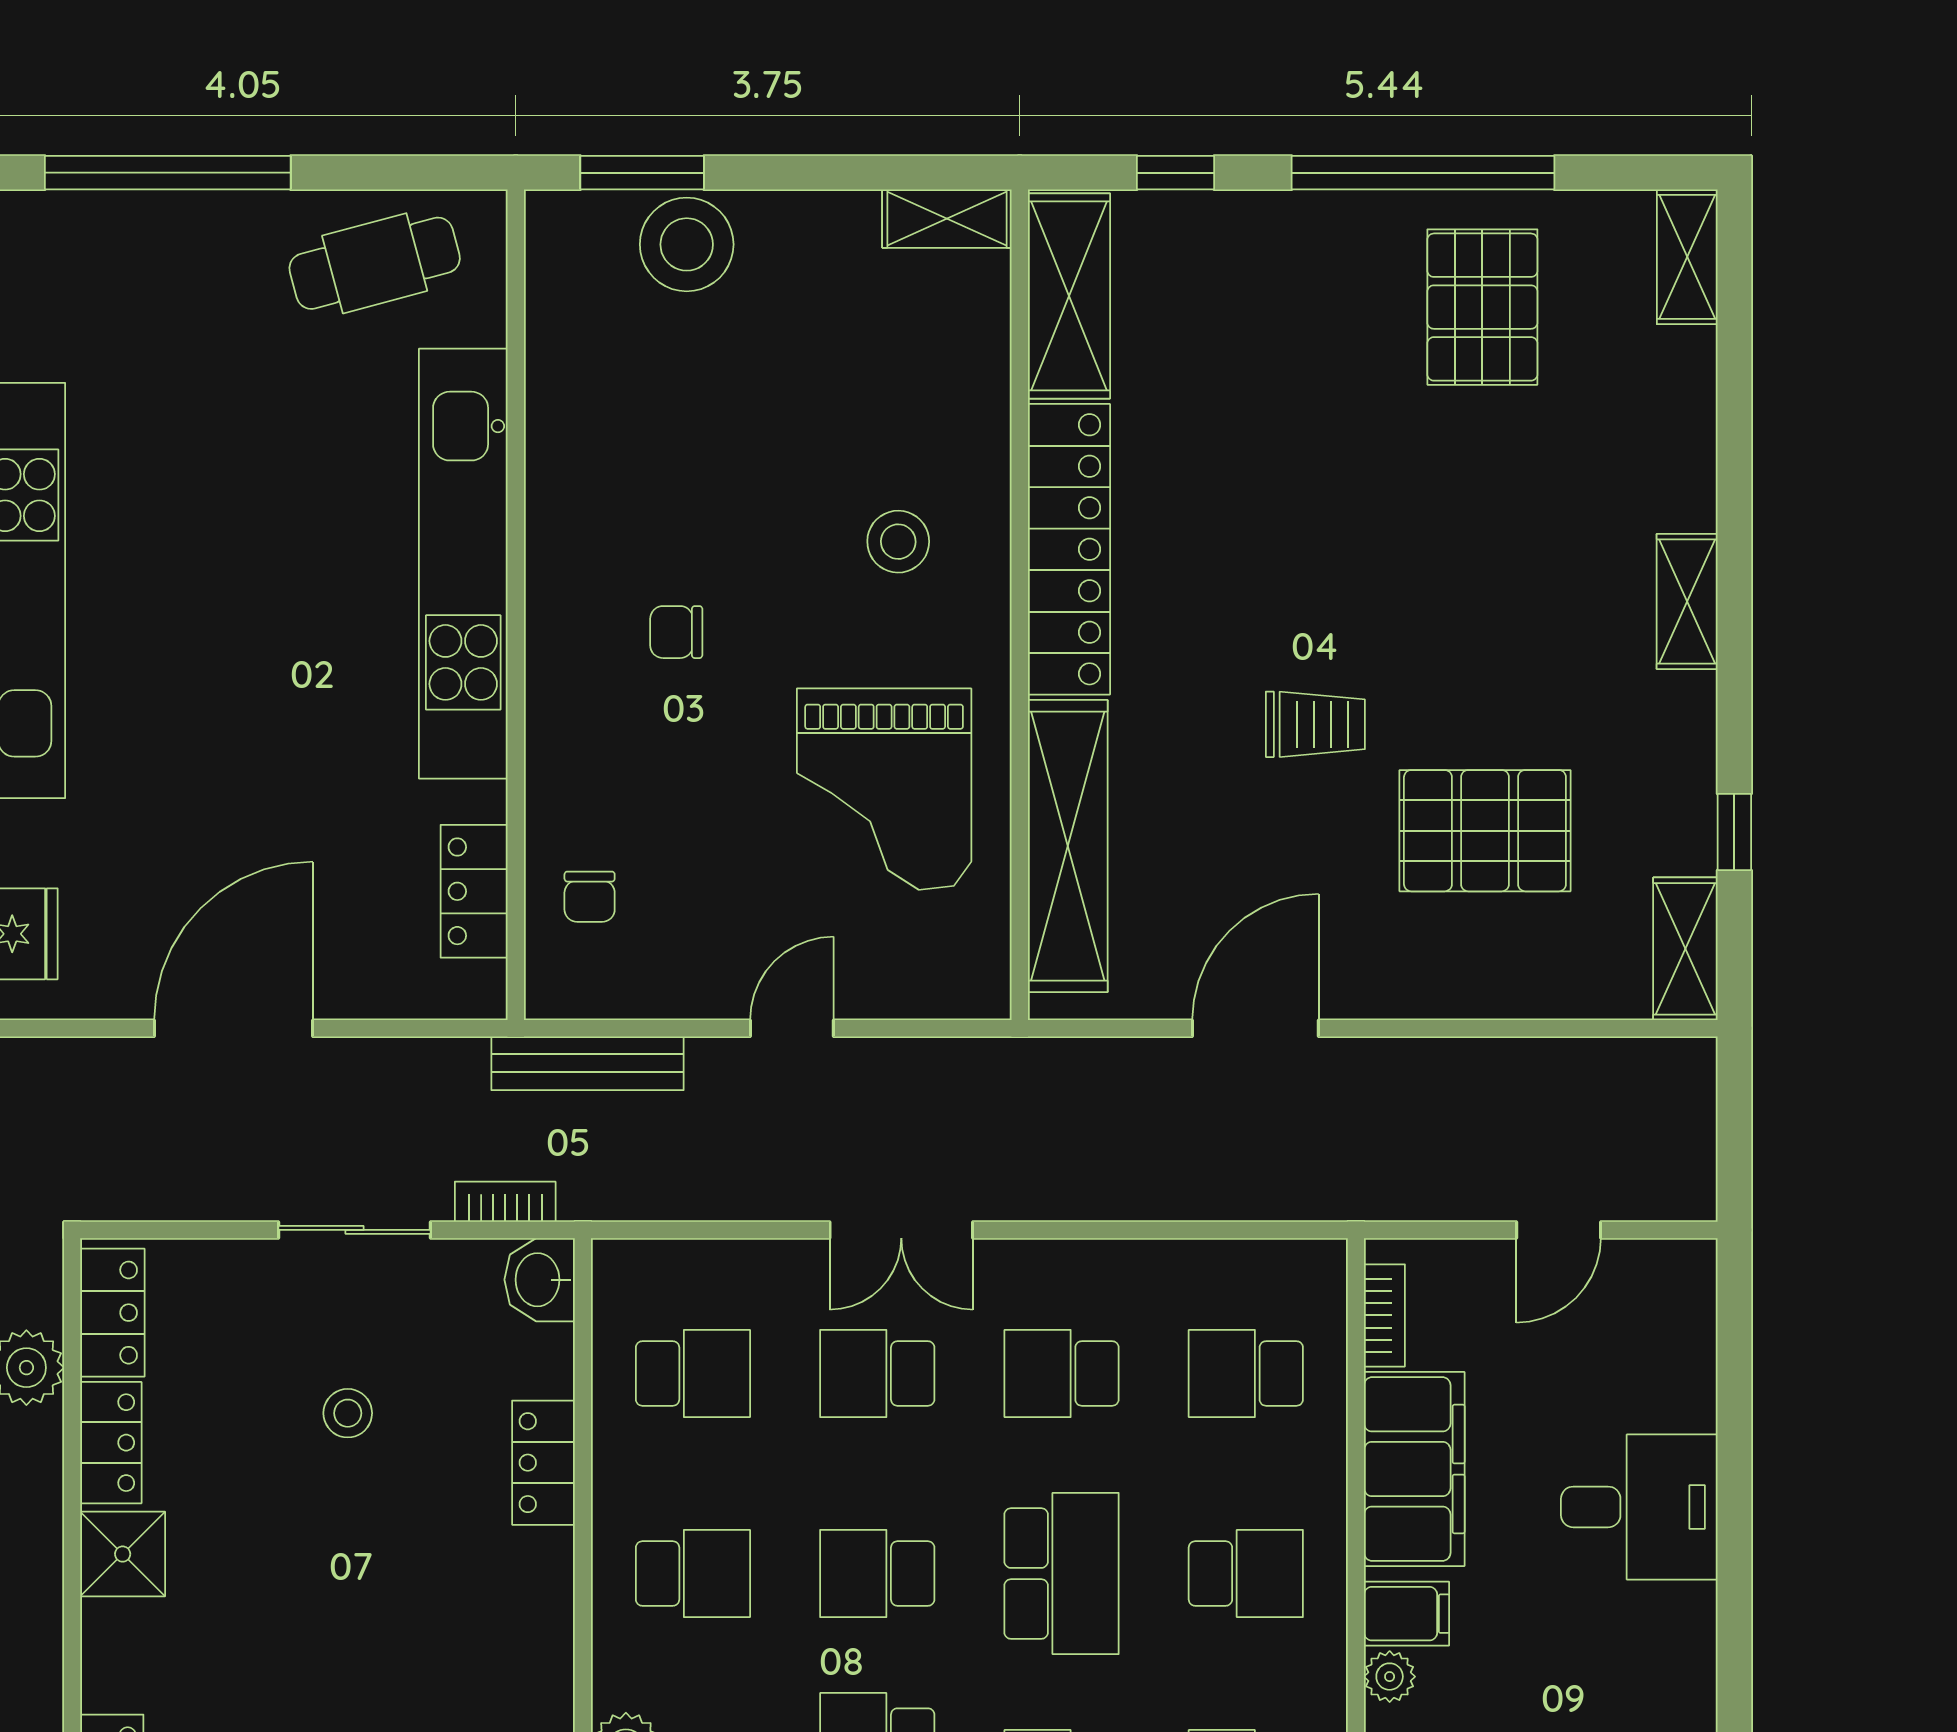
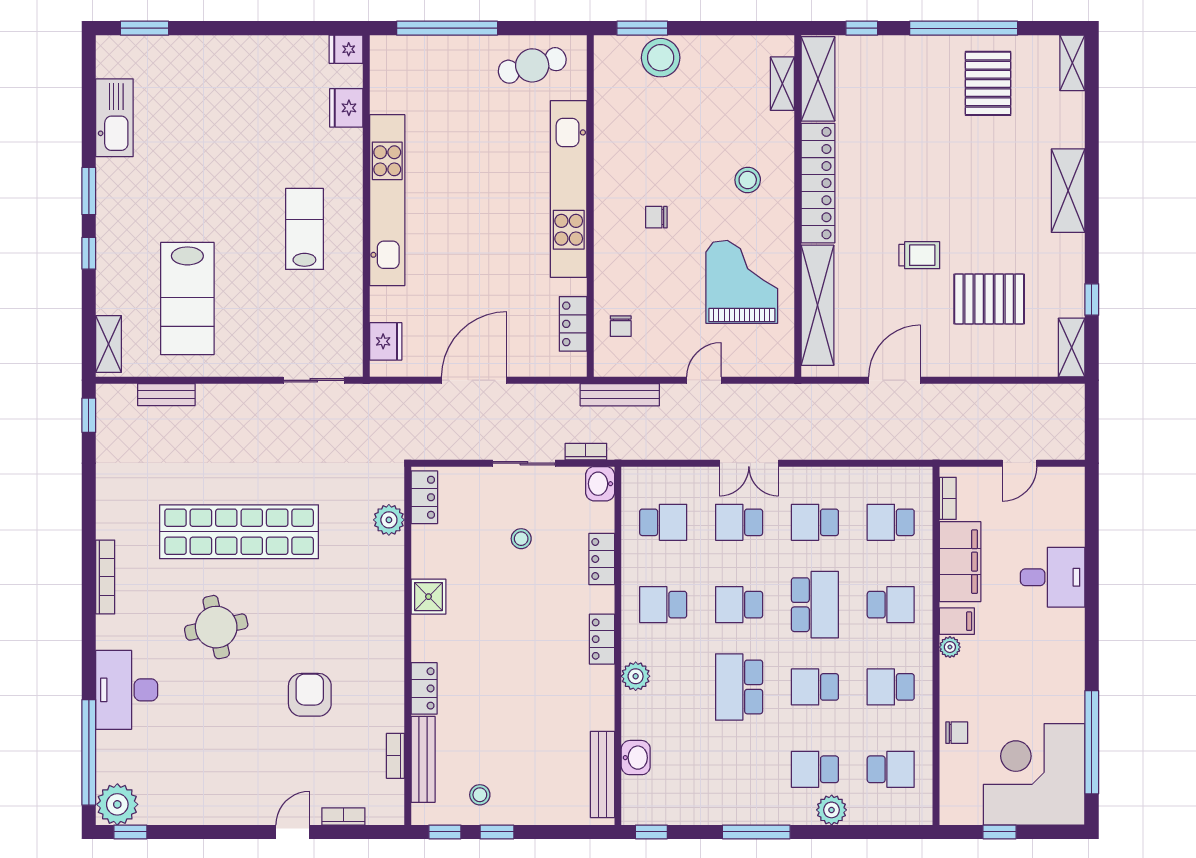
shelving: (947, 219) -> (782, 84), moved, turned 90
shelving: (1687, 601) -> (1068, 191), width x1.50, depth x1.33
grand piano: (884, 789) -> (742, 282), turned 180
locker: (111, 1443) -> (602, 639), moved, turned 180
school desk: (693, 1574) -> (663, 605), turned 180

